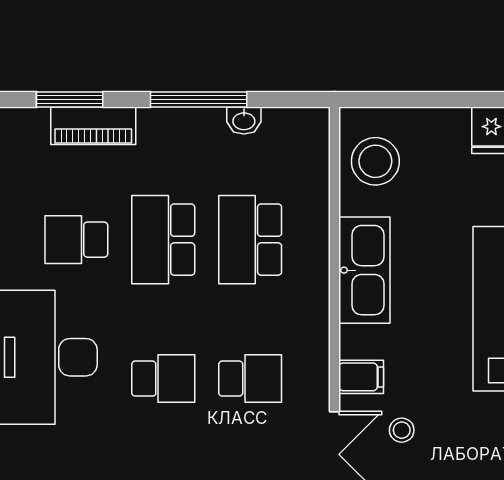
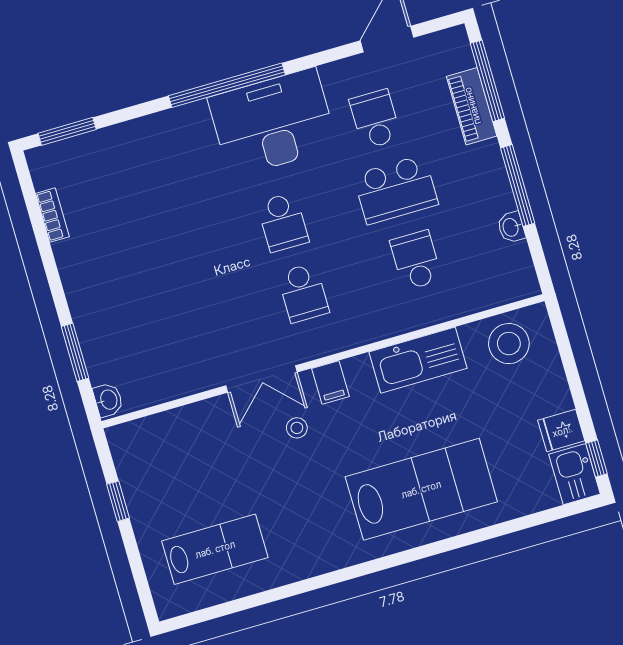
window: (70, 99) -> (487, 81), width x1.44
school desk: (163, 240) -> (396, 190), turned 180
school desk: (250, 240) -> (416, 260), width x0.54

